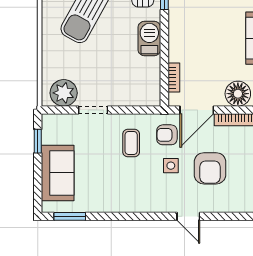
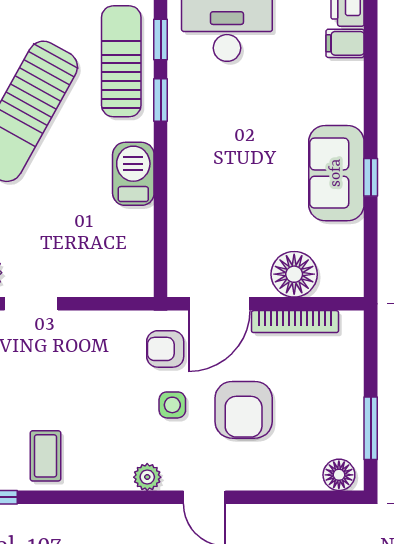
bookcase: (174, 78) -> (178, 245), removed
coffee table: (131, 143) -> (46, 456), moved
plant: (157, 205) -> (147, 477), added

